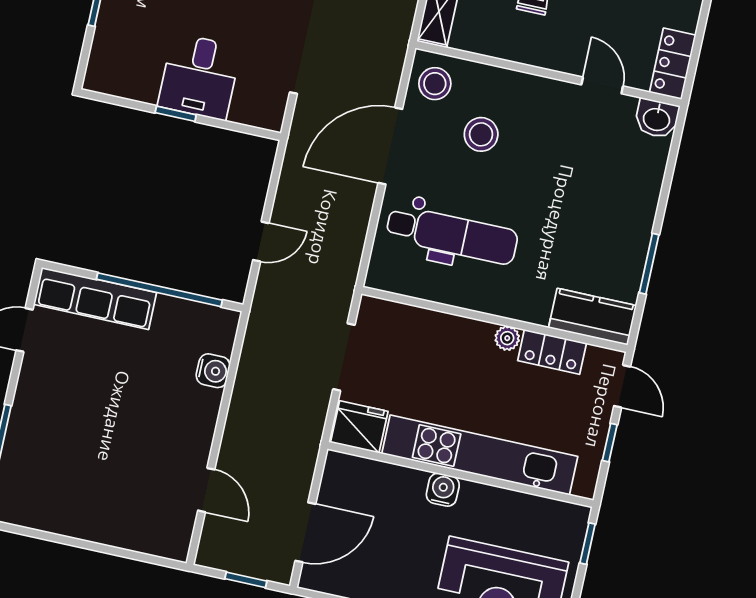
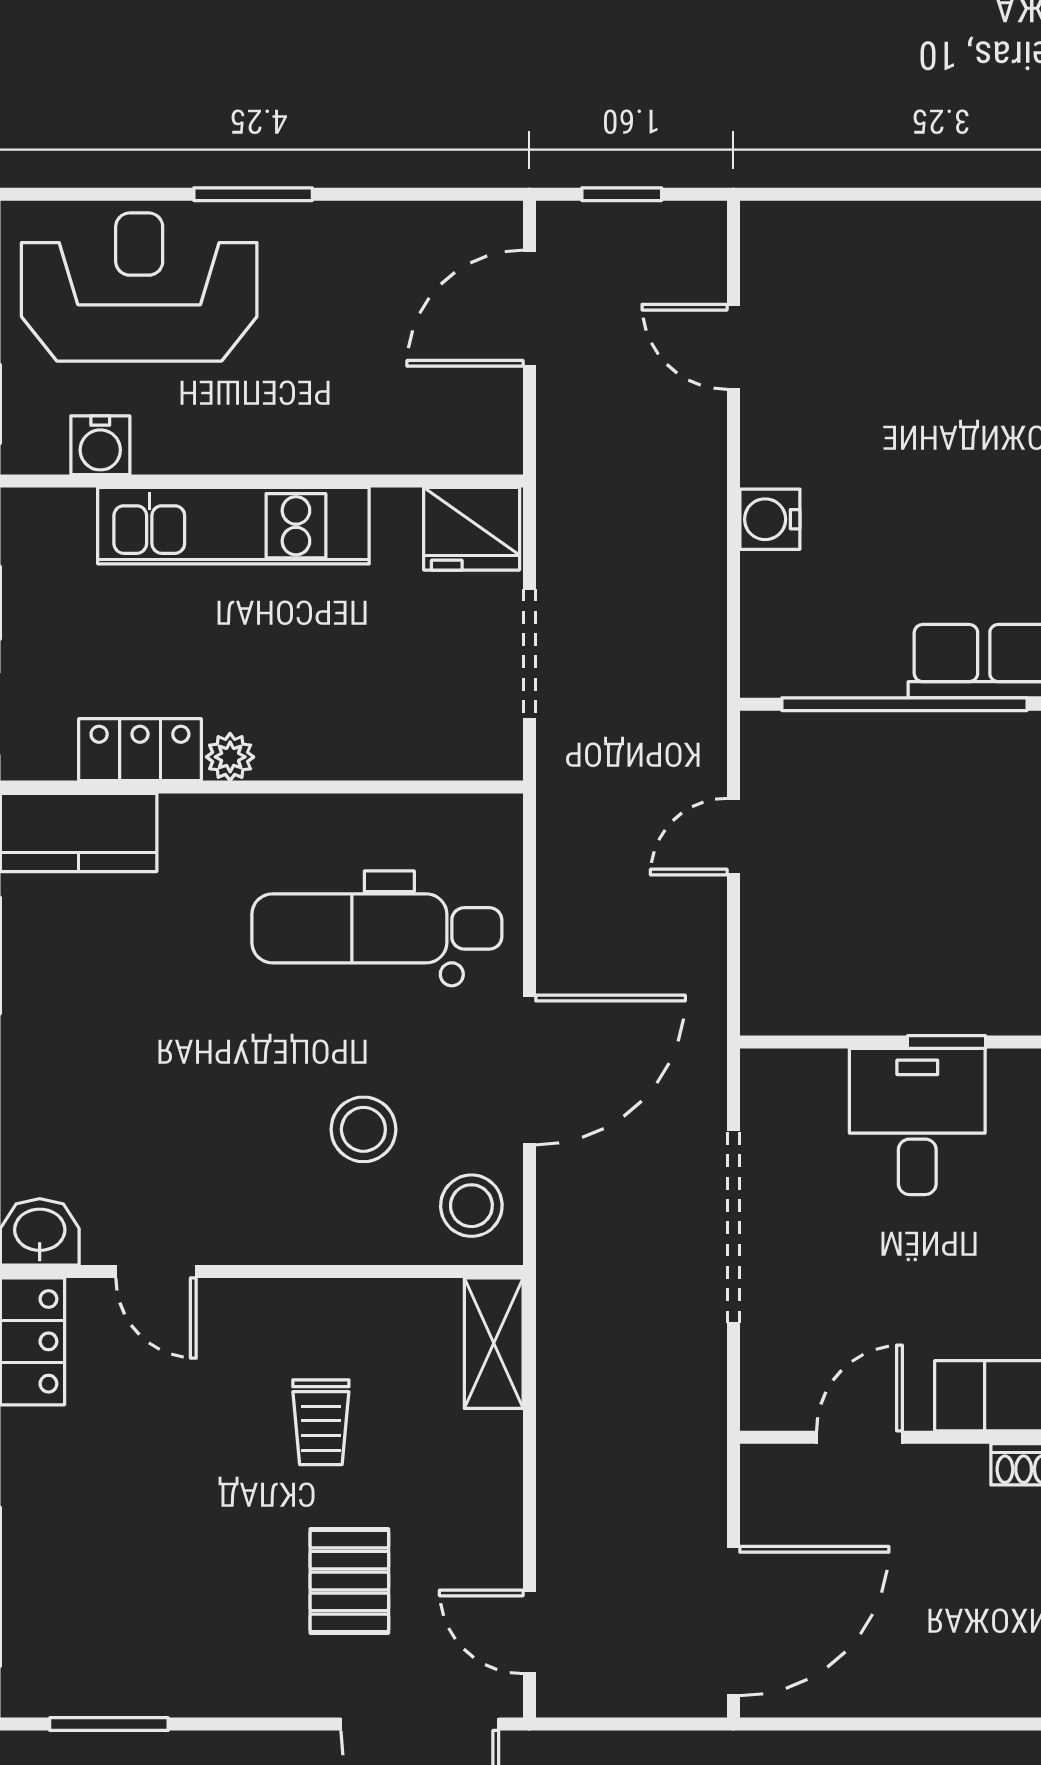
water cooler: (213, 371) -> (770, 519), moved
kitchen unit: (480, 455) -> (233, 526), width x0.73
water cooler: (443, 490) -> (100, 445), moved

